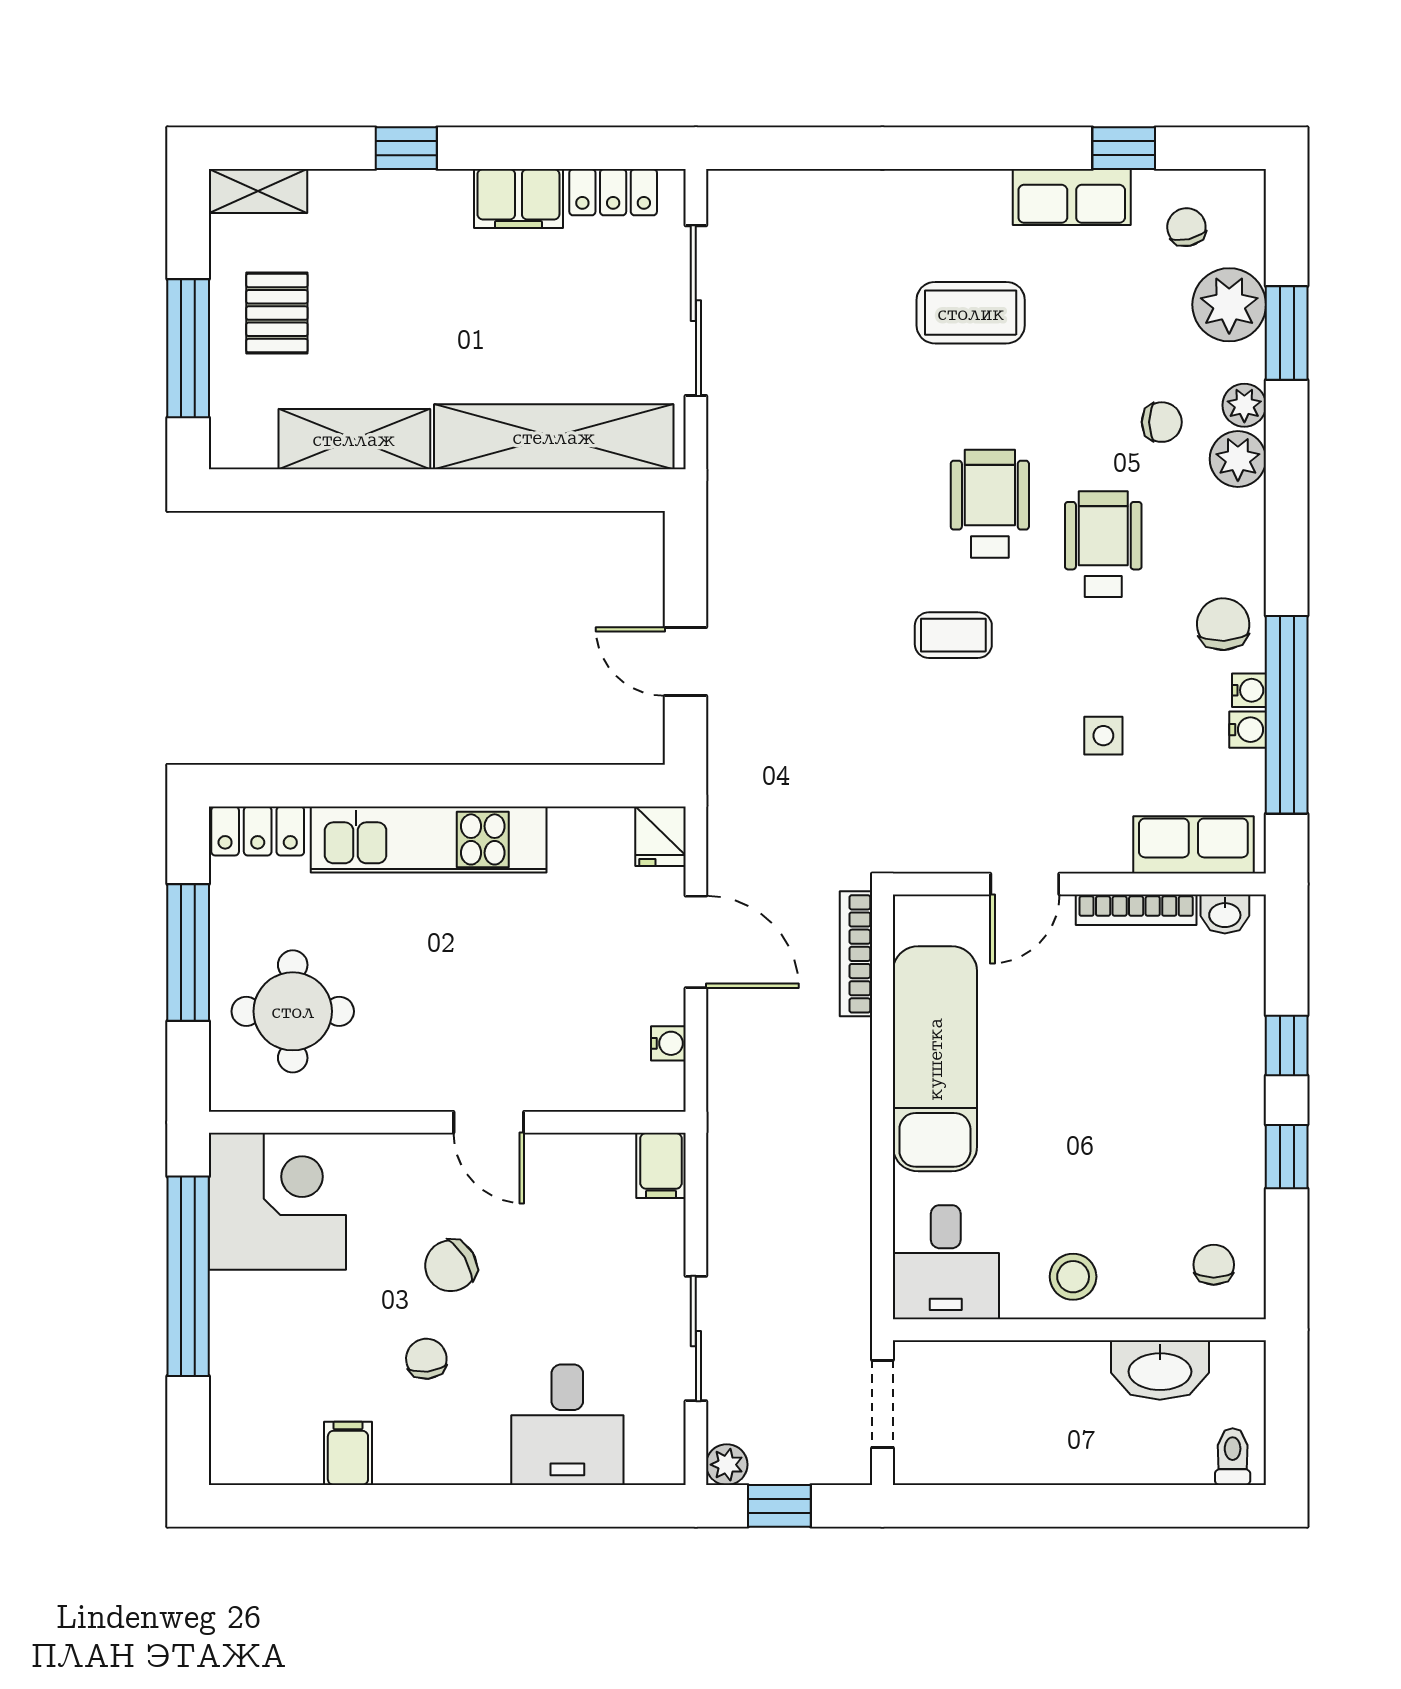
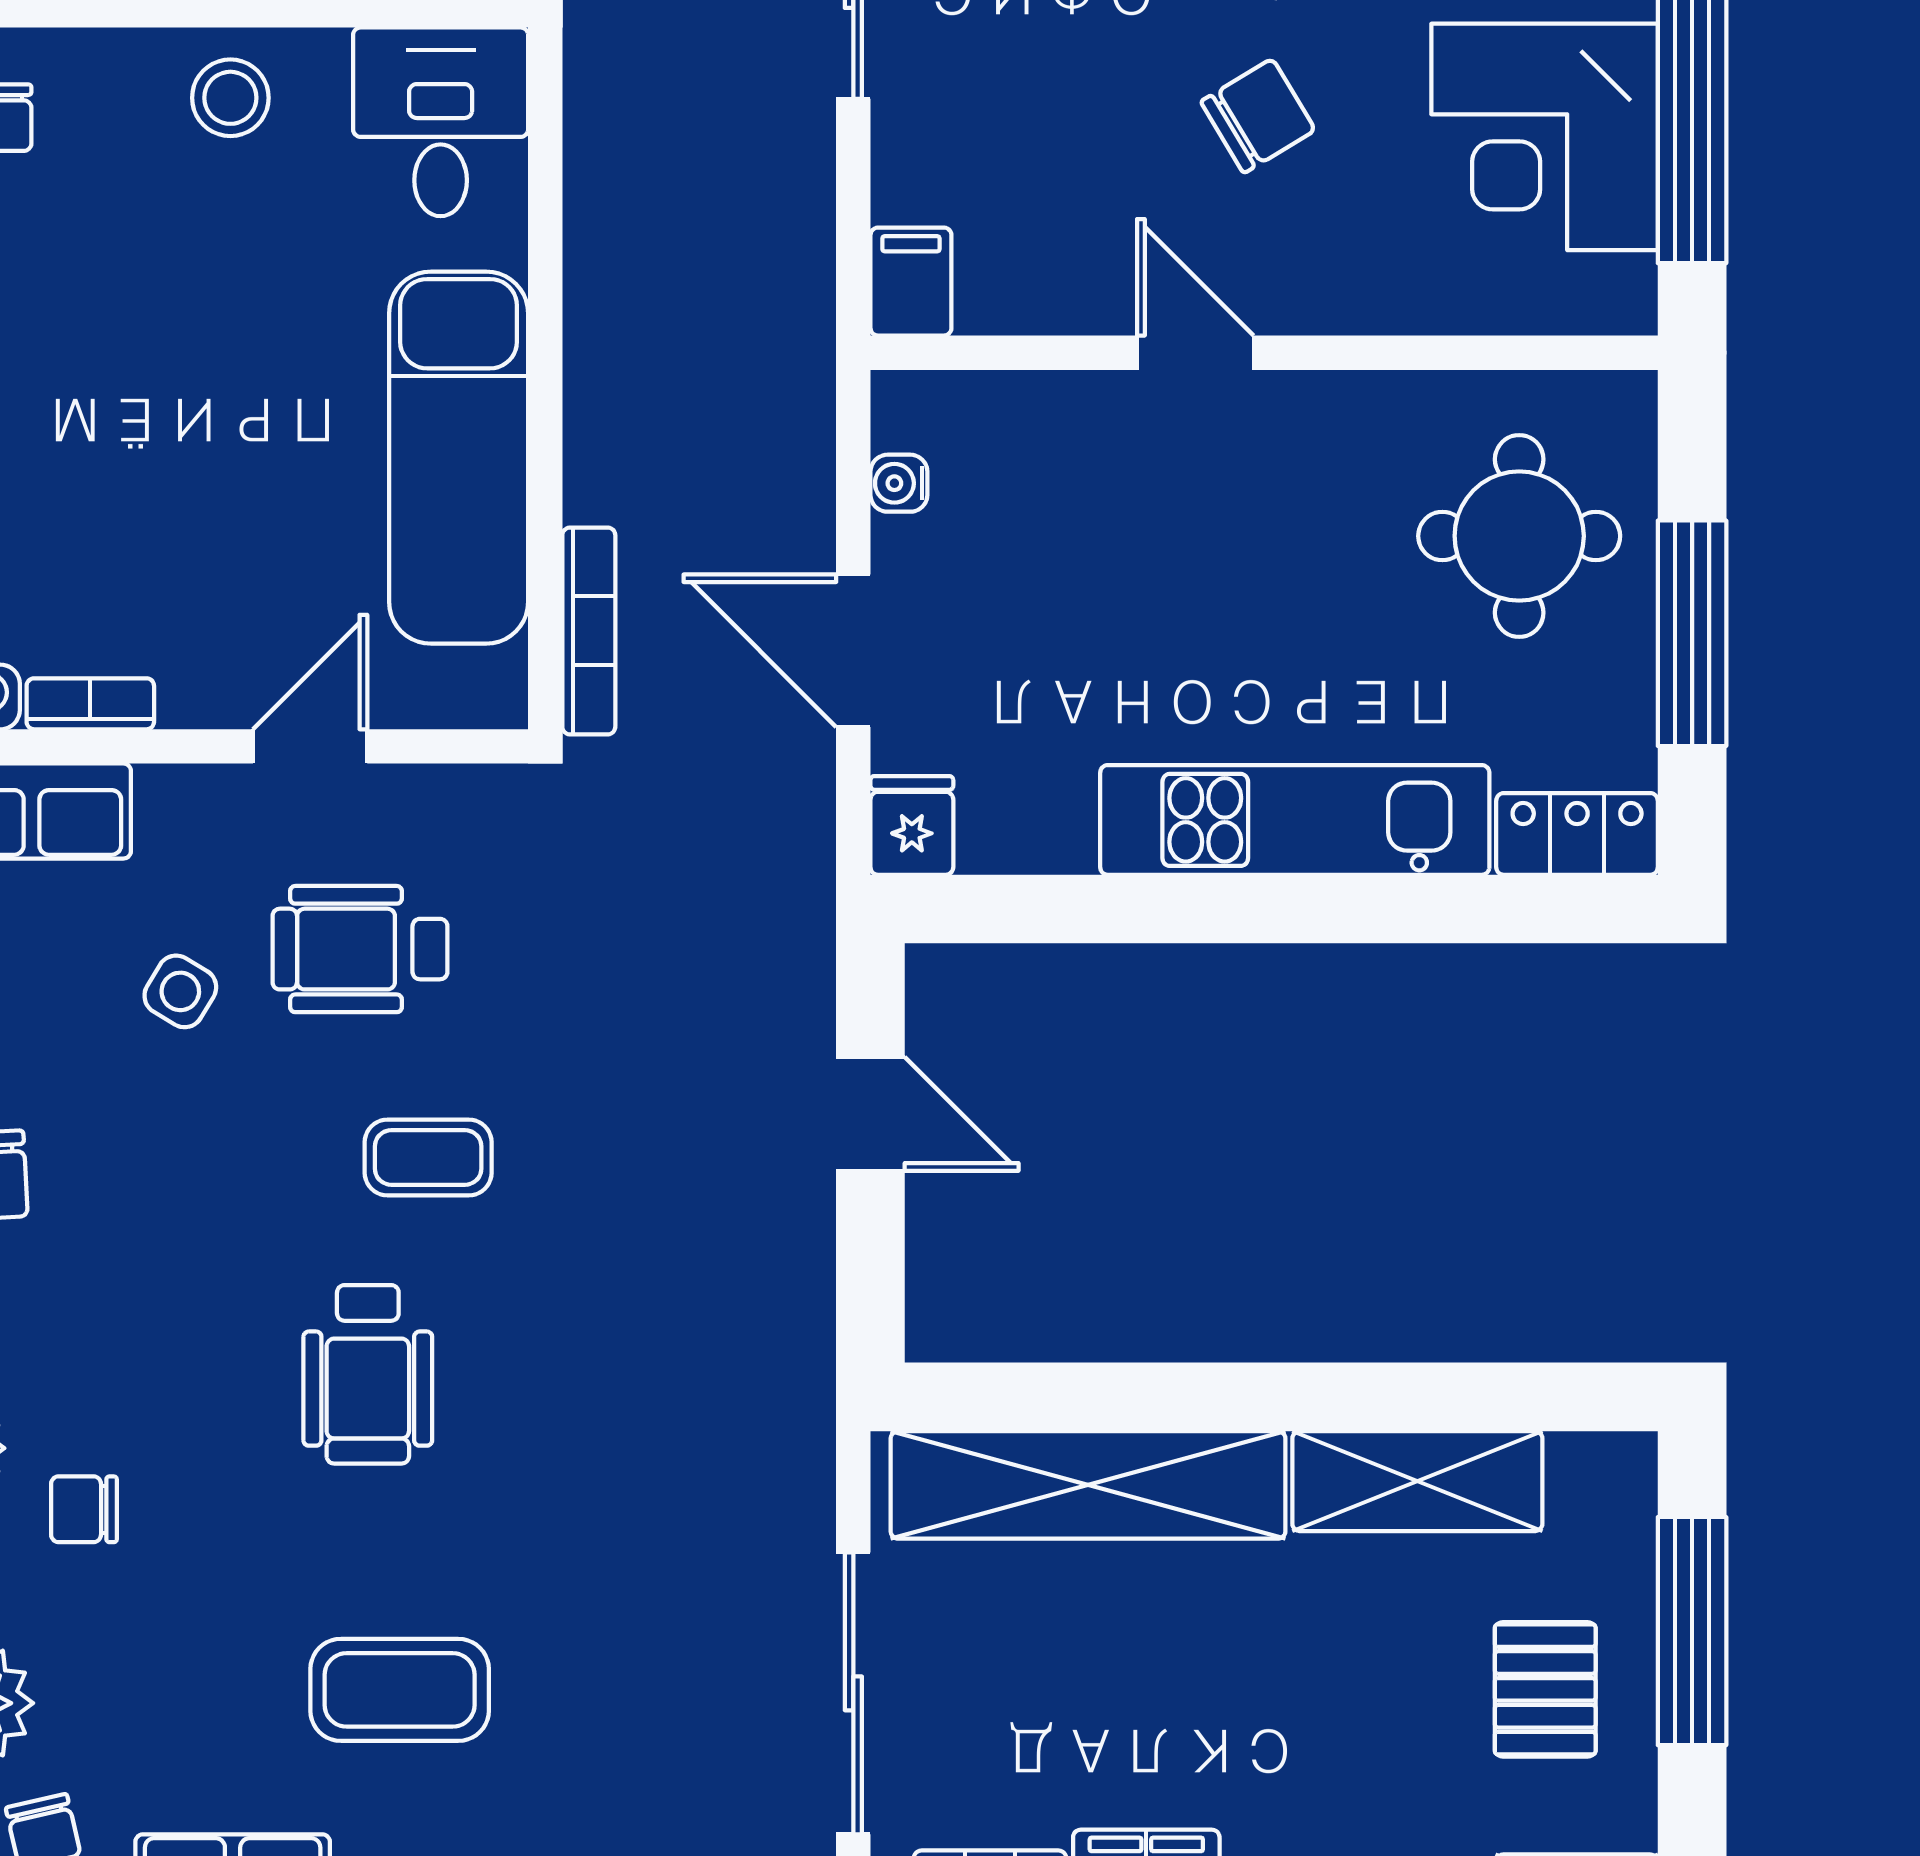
wheelchair: (1103, 544) -> (360, 949), moved, turned 90
side table: (1103, 736) -> (180, 991), turned 31
bookcase: (1136, 910) -> (90, 704), width x0.64
corner desk: (277, 1201) -> (1545, 137), moved

